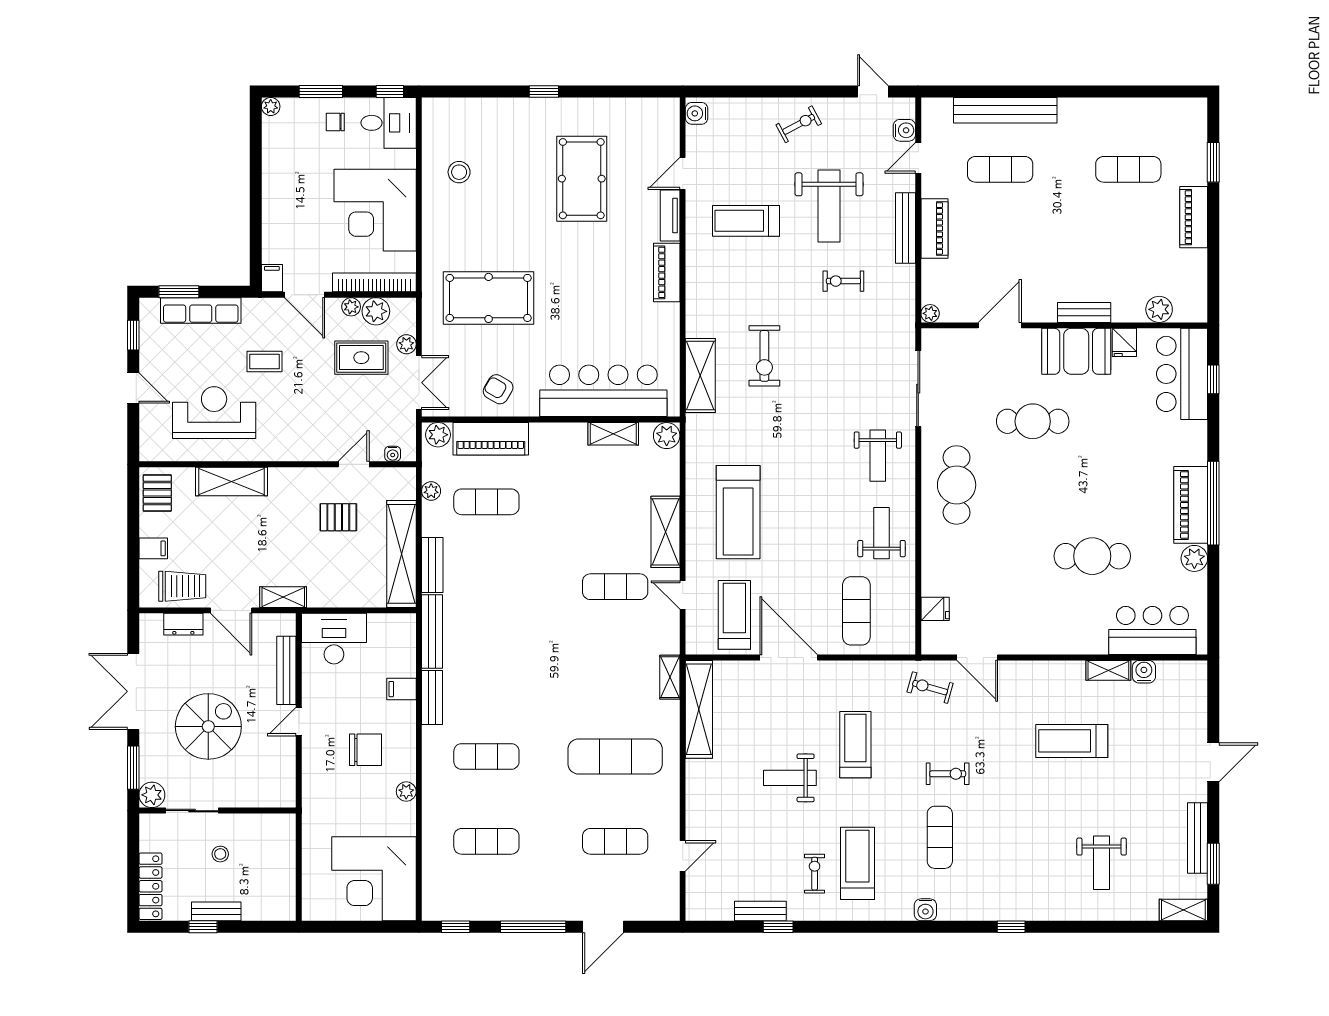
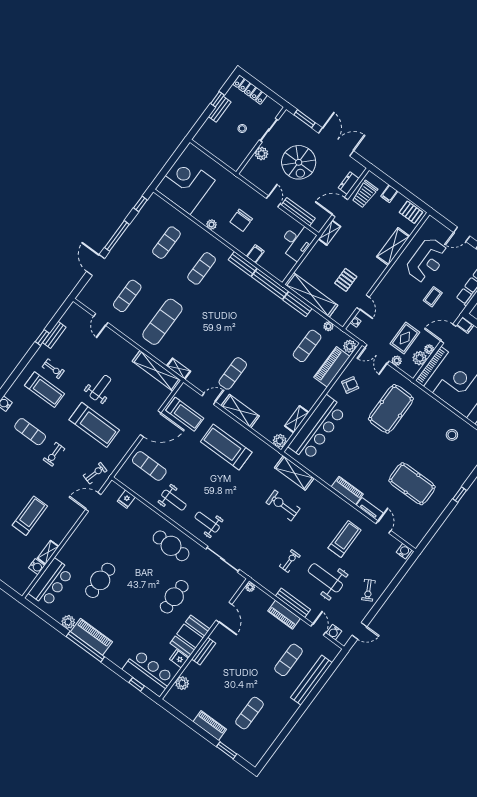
treadmill: (855, 745) -> (94, 425), width x1.37, depth x1.38
plant: (152, 795) -> (261, 154), moved

